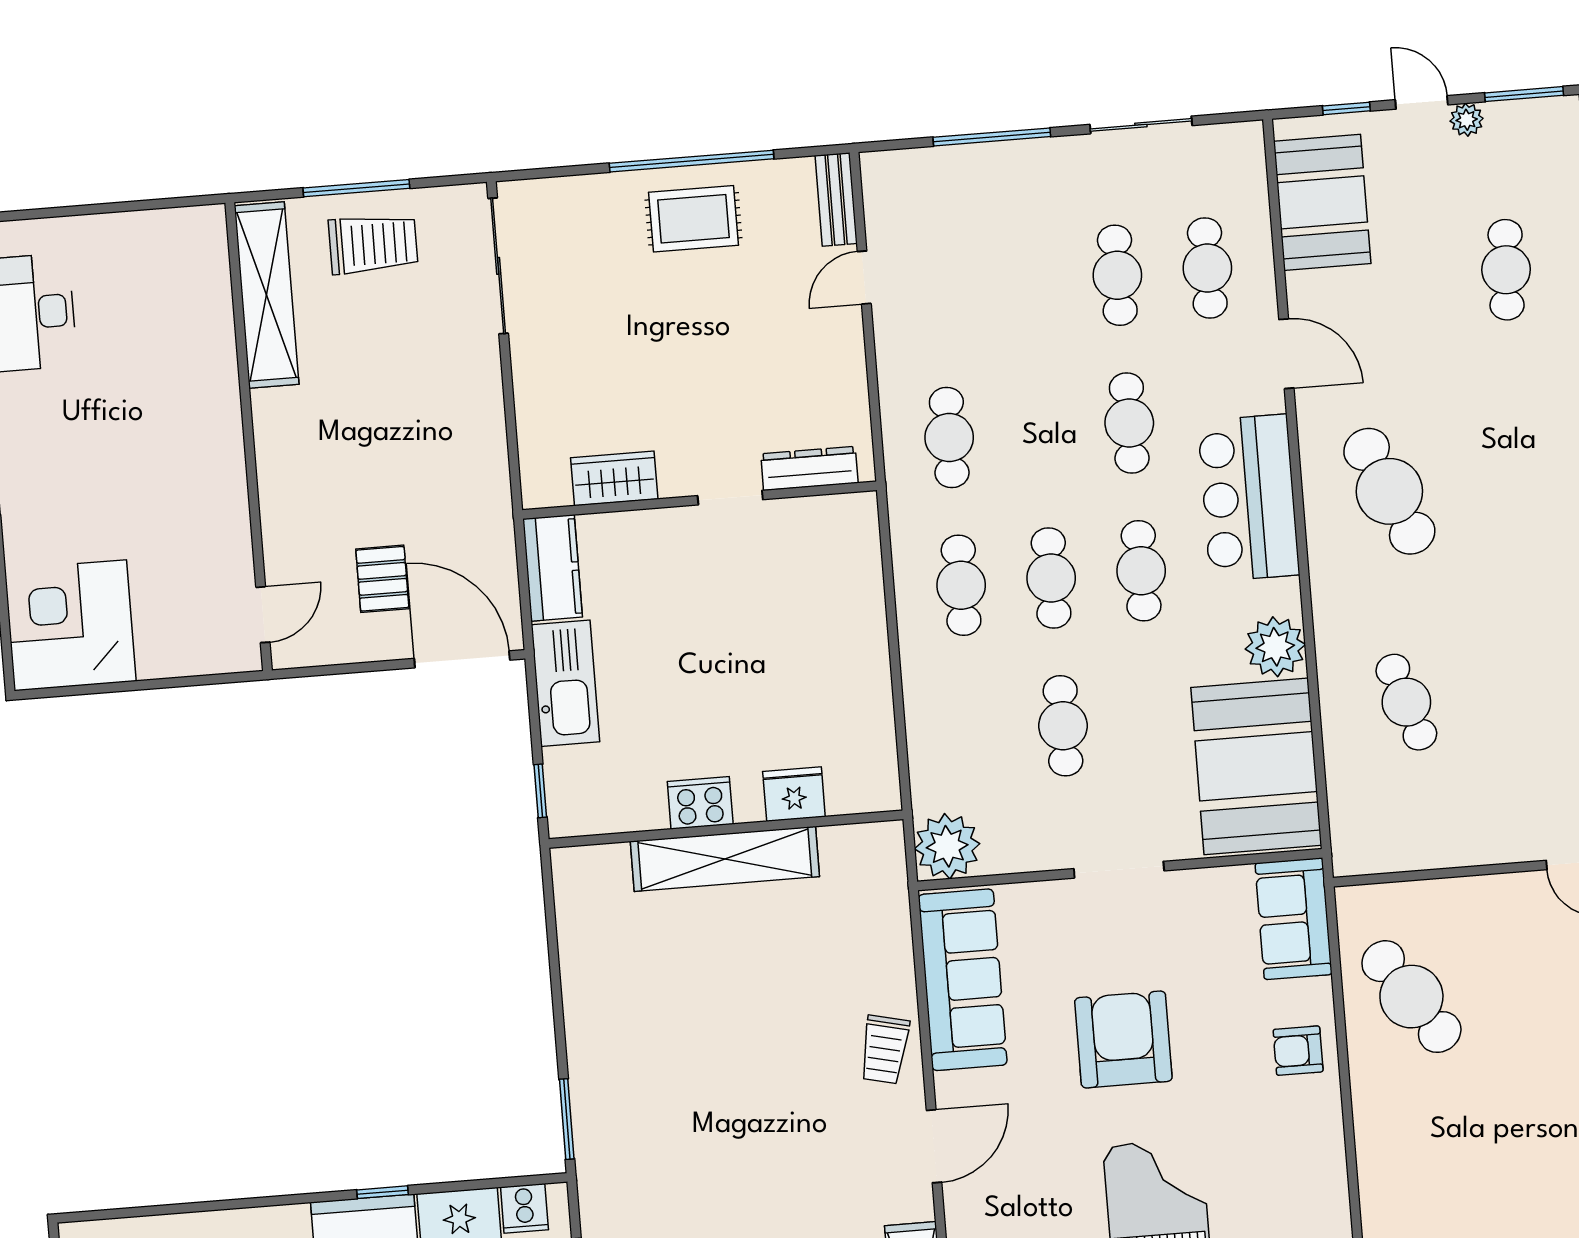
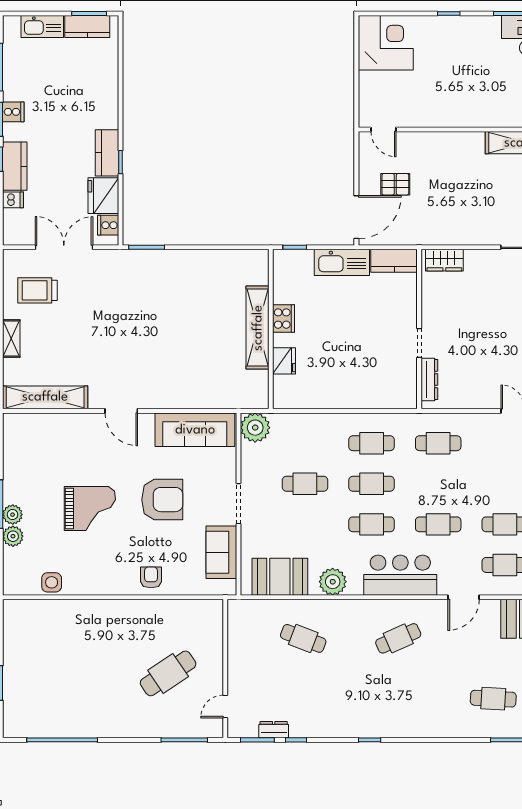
wardrobe: (614, 478) -> (444, 260), moved, turned 90
cafe table: (1389, 491) -> (398, 638), width x0.73, depth x0.74
cafe table: (1406, 702) -> (303, 638), turned 39
booth: (1256, 766) -> (280, 577), width x0.73, depth x0.70
sofa: (1294, 919) -> (221, 552), moved, turned -90
cafe table: (1411, 997) -> (168, 673), moved
trolley: (885, 1050) -> (166, 392), removed

